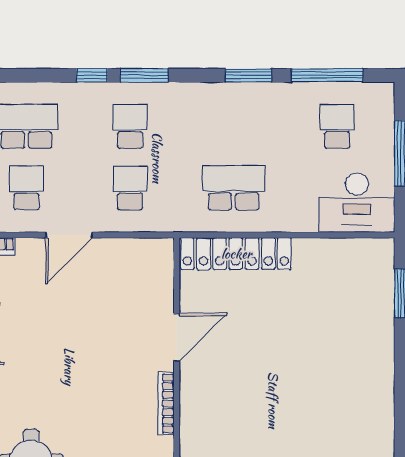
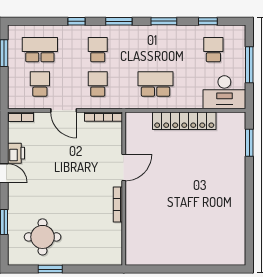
window: (144, 75) -> (119, 21), moved
window: (327, 75) -> (208, 21), width x0.46
door: (69, 235) -> (64, 110), hinge flipped
bookcase: (140, 246) -> (103, 117), added
locker: (236, 254) -> (184, 121), moved

